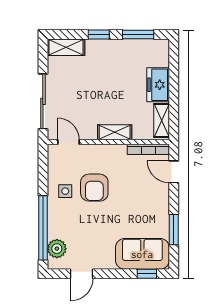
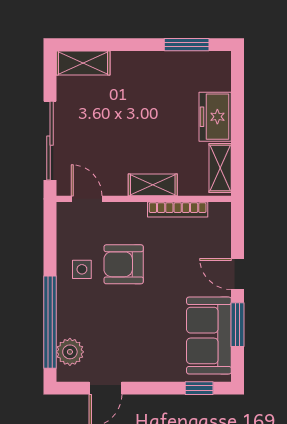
window: (99, 35) -> (130, 45), removed
bookcase: (148, 149) -> (178, 209), moved
door: (174, 172) -> (238, 274), moved
armchair: (94, 188) -> (124, 264), turned 90
sofa: (142, 254) -> (209, 336), moved, turned -90

